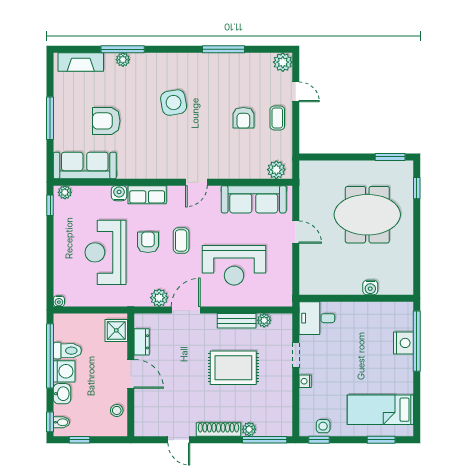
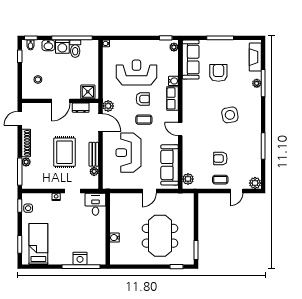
shower: (116, 330) -> (88, 92), moved
dresser: (142, 342) -> (81, 108), moved
door: (131, 374) -> (61, 101), moved
wall: (131, 375) -> (60, 101), moved

